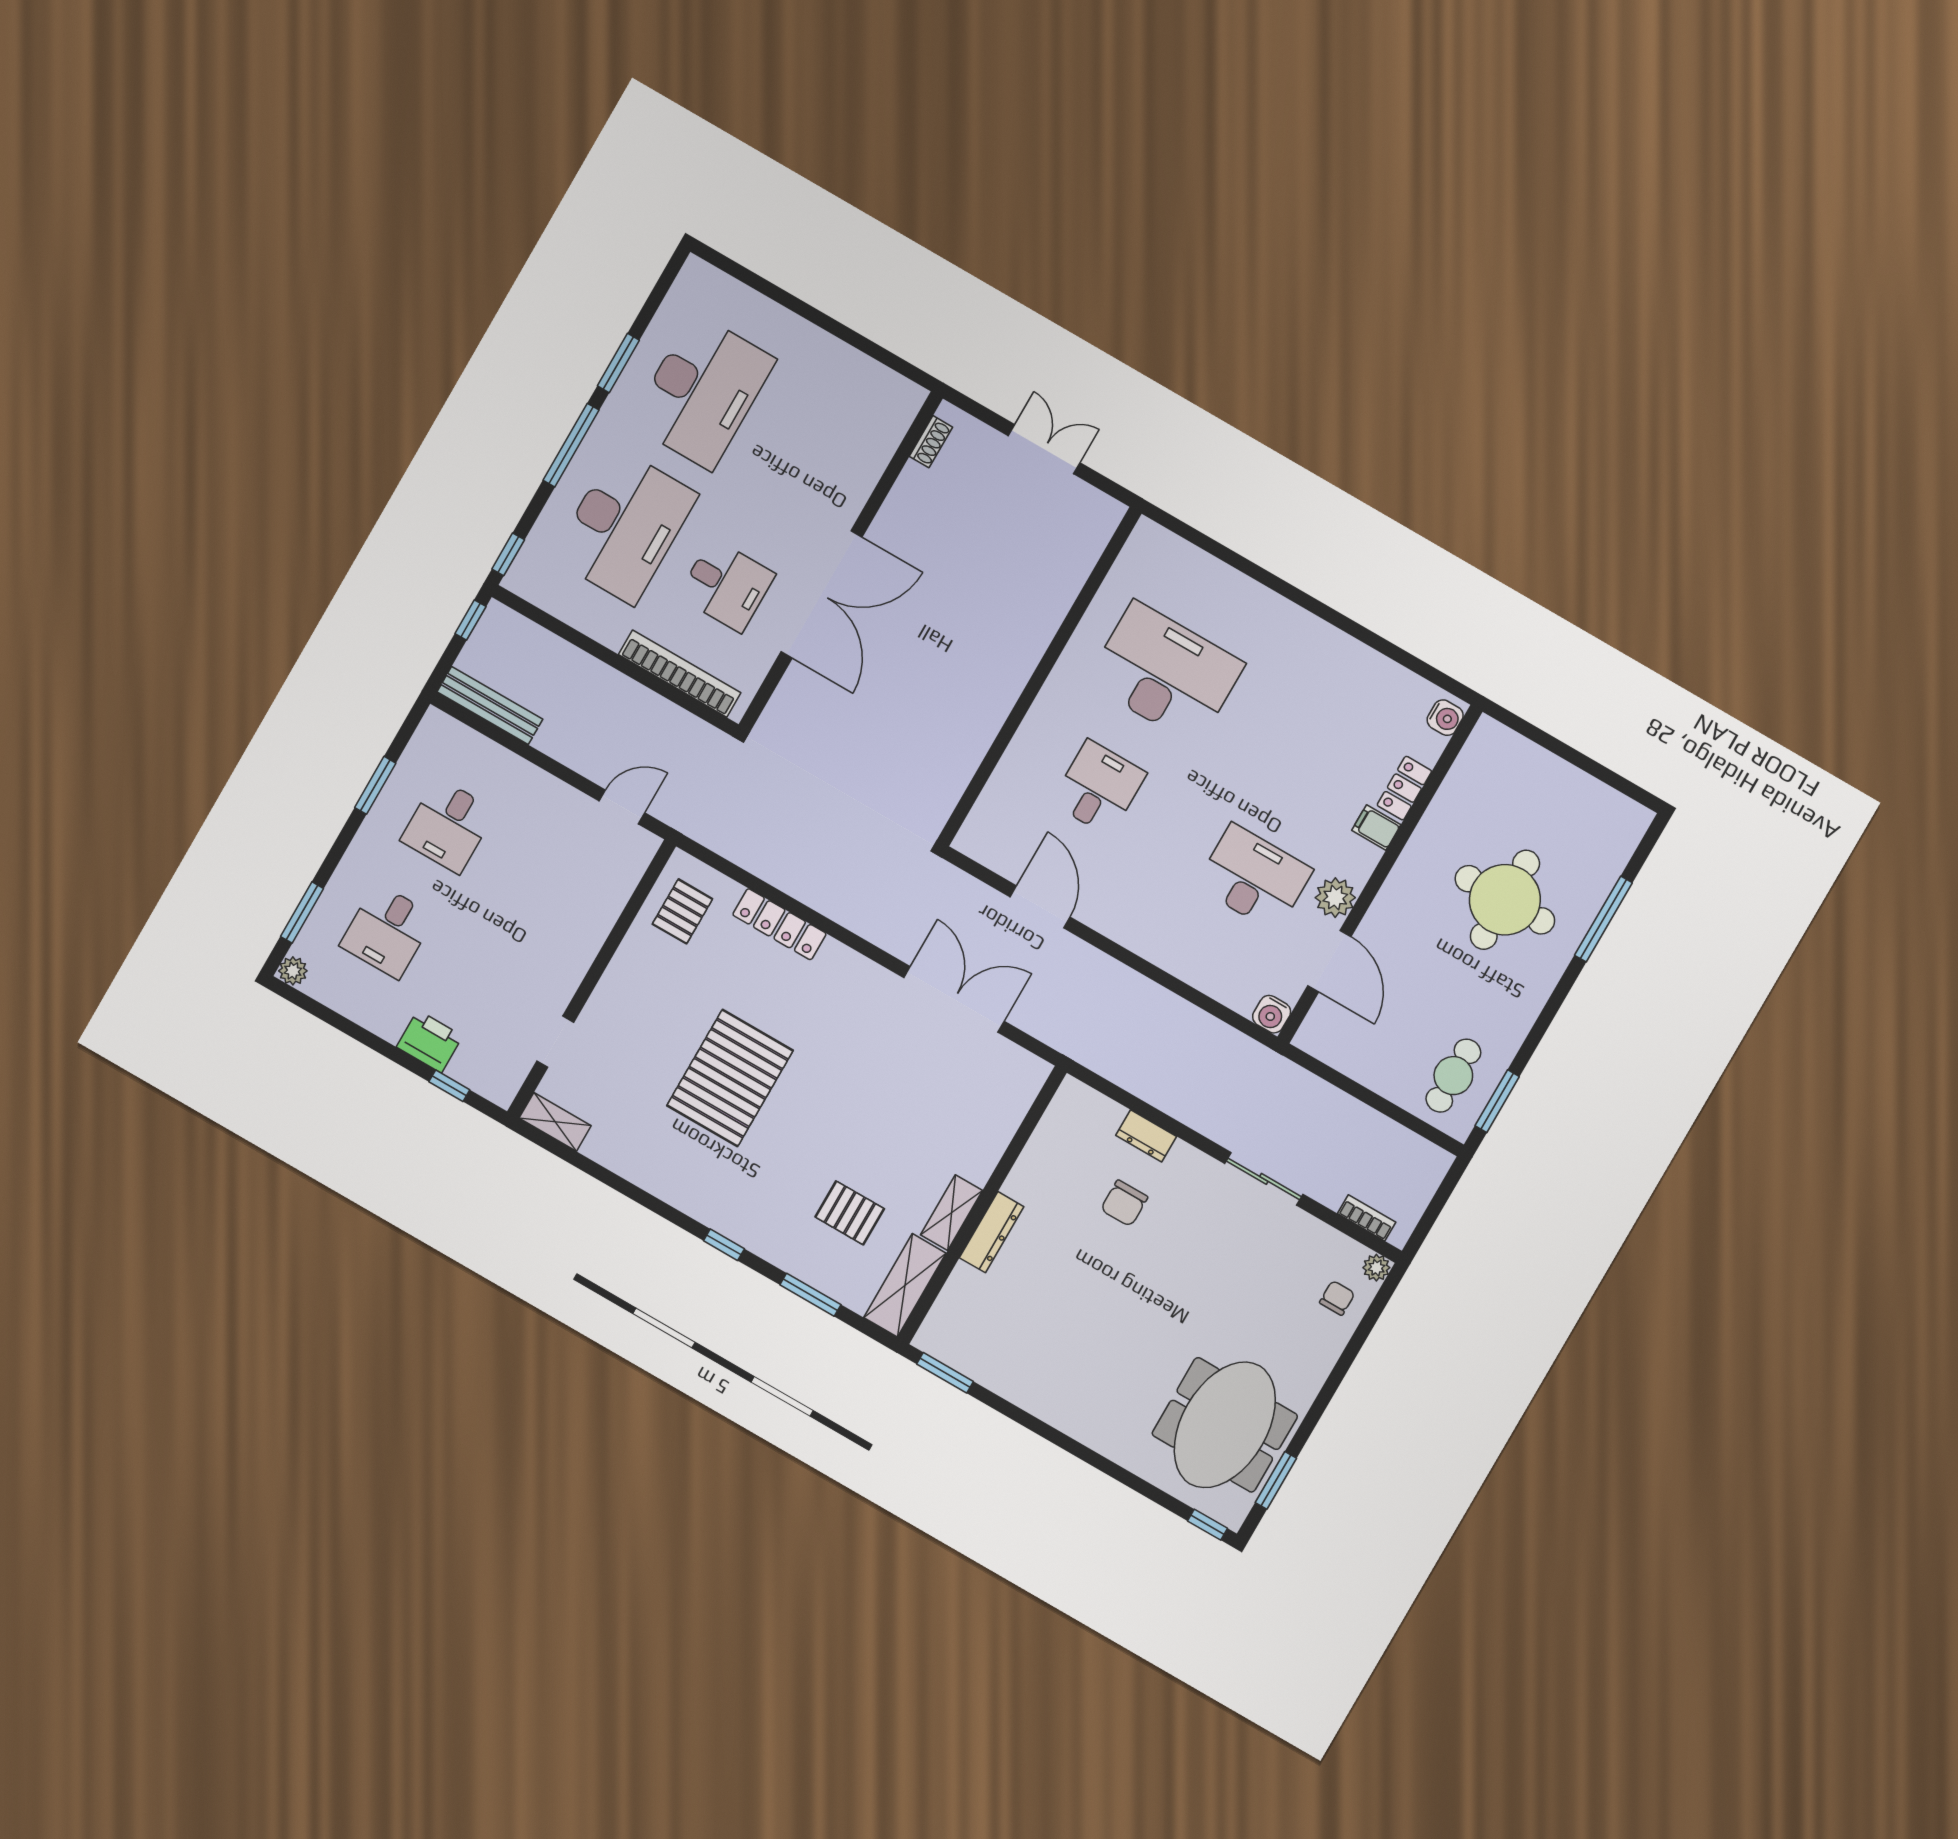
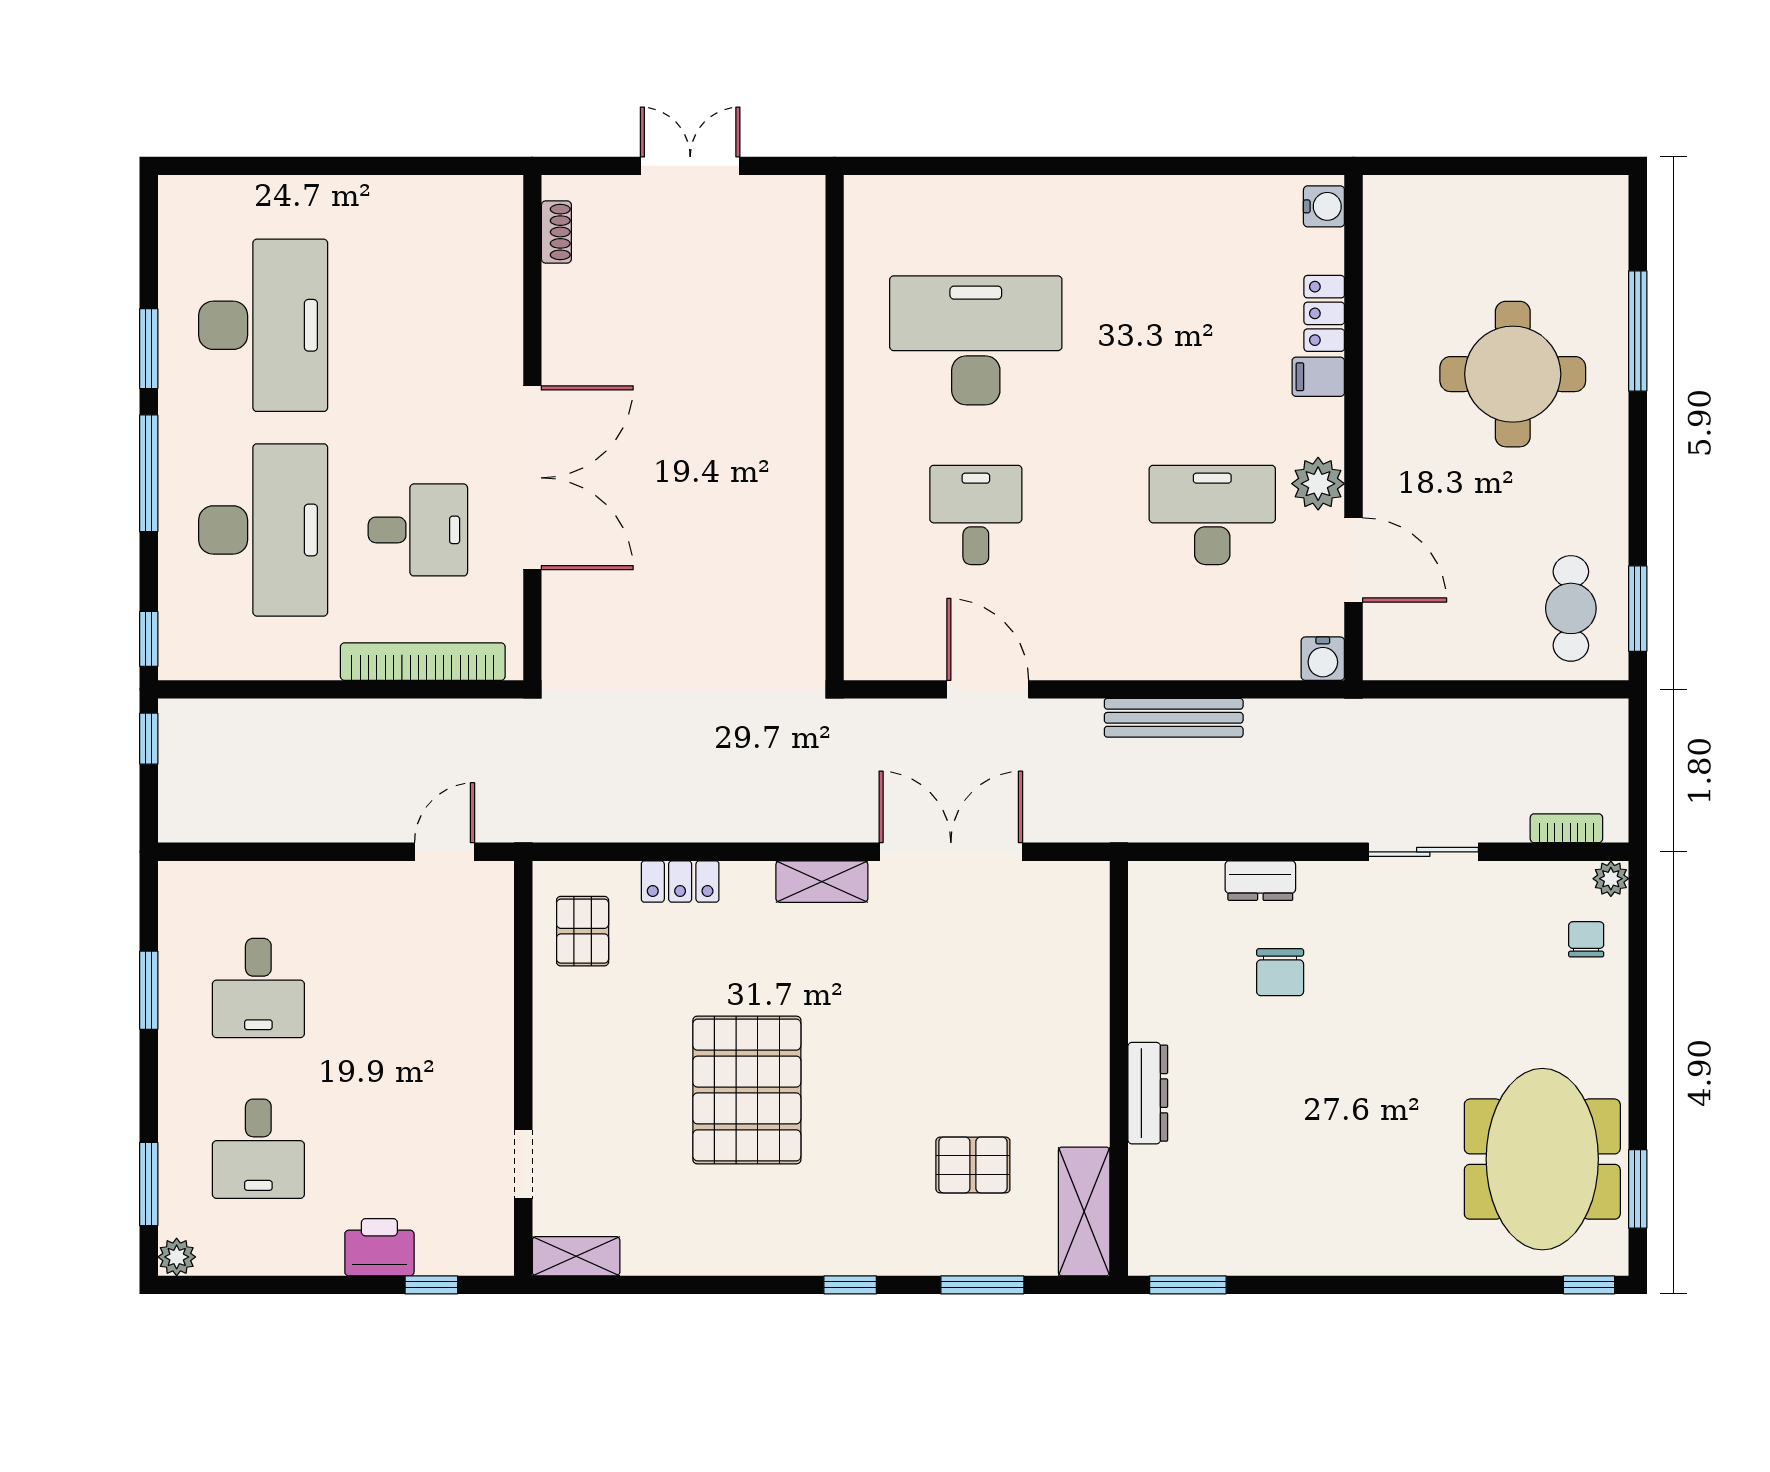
bench: (490, 705) -> (1174, 718), moved
locker: (779, 924) -> (680, 882), width x0.66
shelving: (952, 1213) -> (822, 882), moved, turned 90

